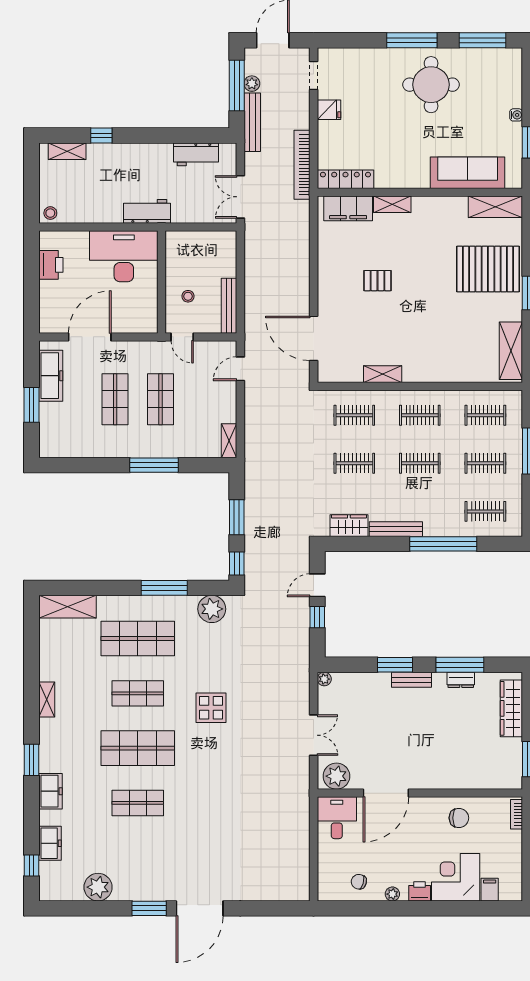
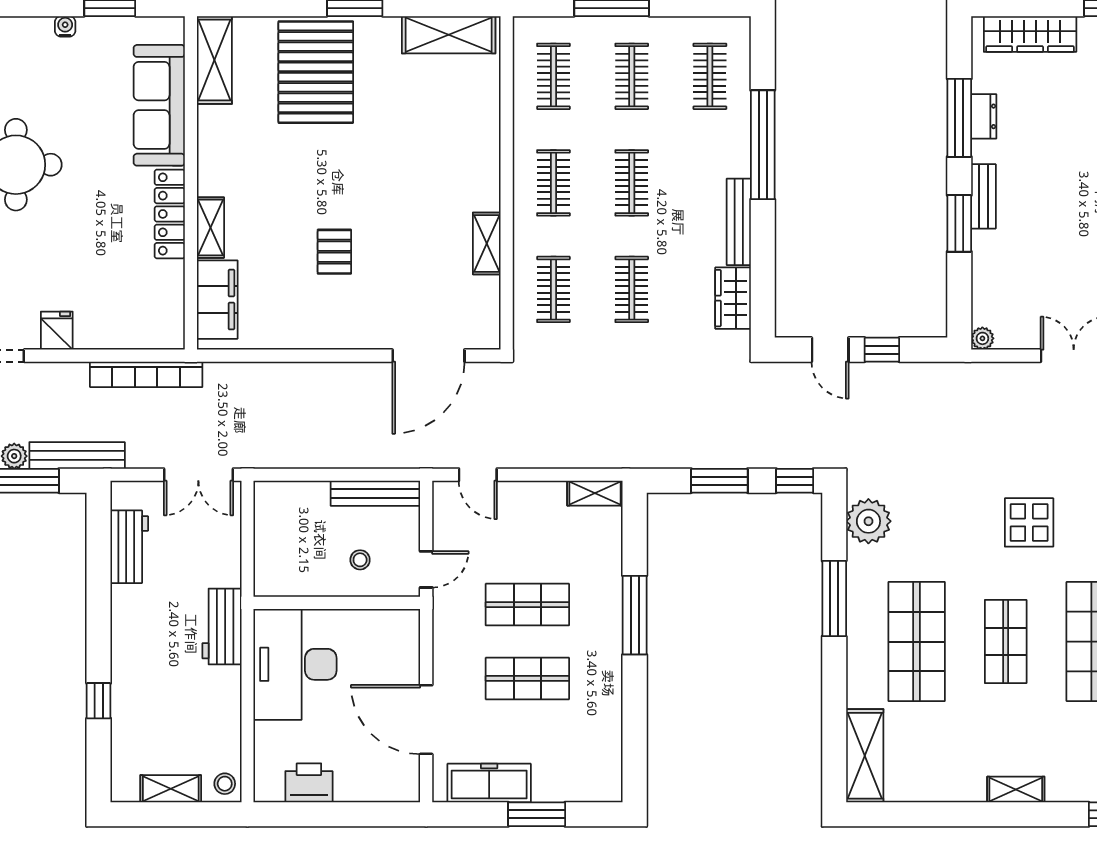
shelving: (67, 151) -> (171, 789), moved, turned 90
locker: (345, 179) -> (170, 214), moved

